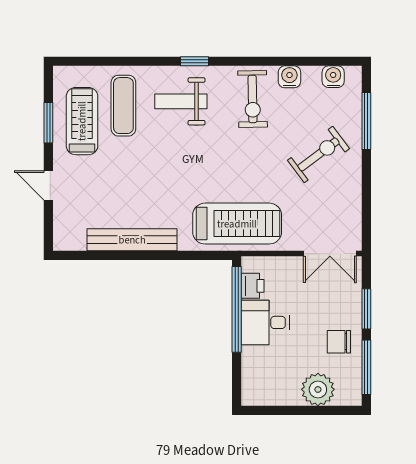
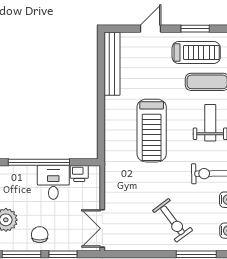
treadmill: (237, 224) -> (152, 131), moved
bench: (132, 240) -> (112, 64), moved
window: (237, 309) -> (39, 162), moved

